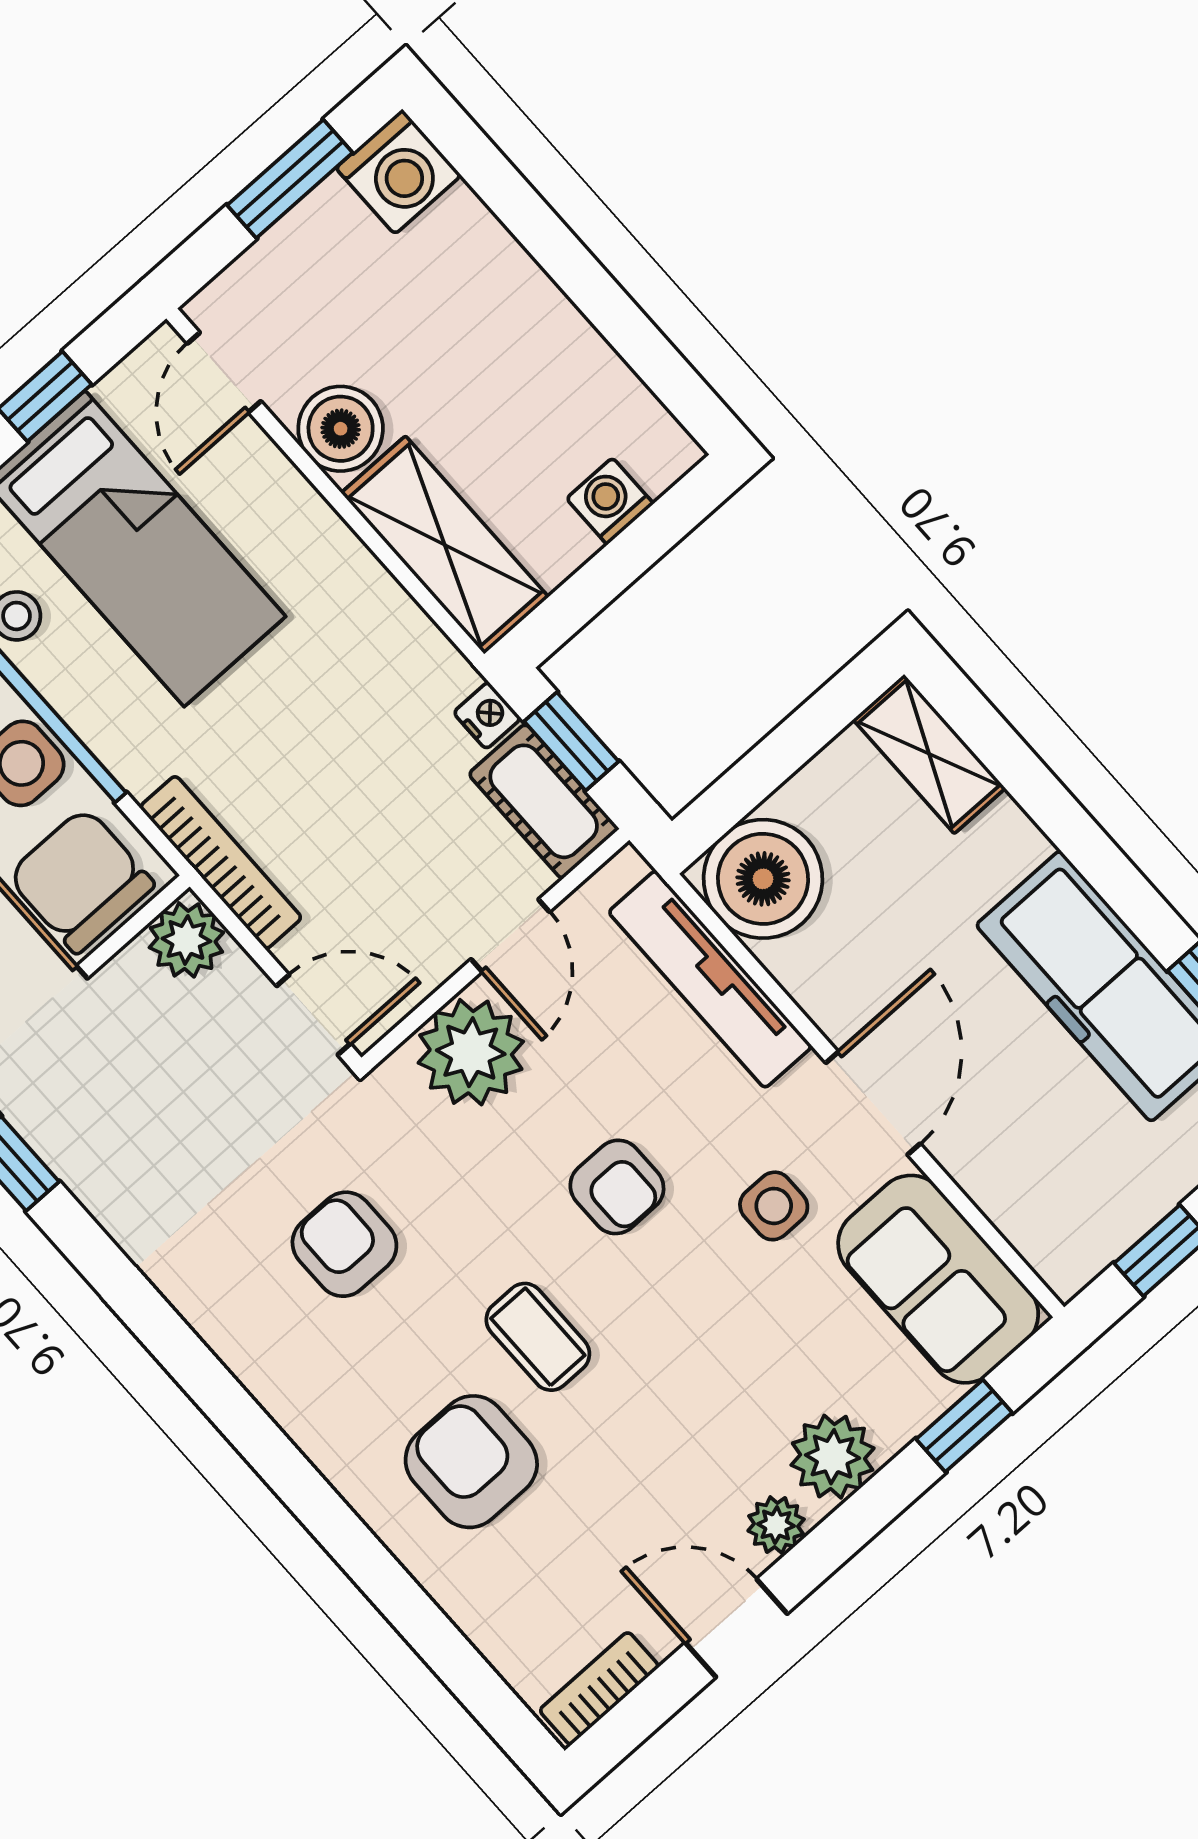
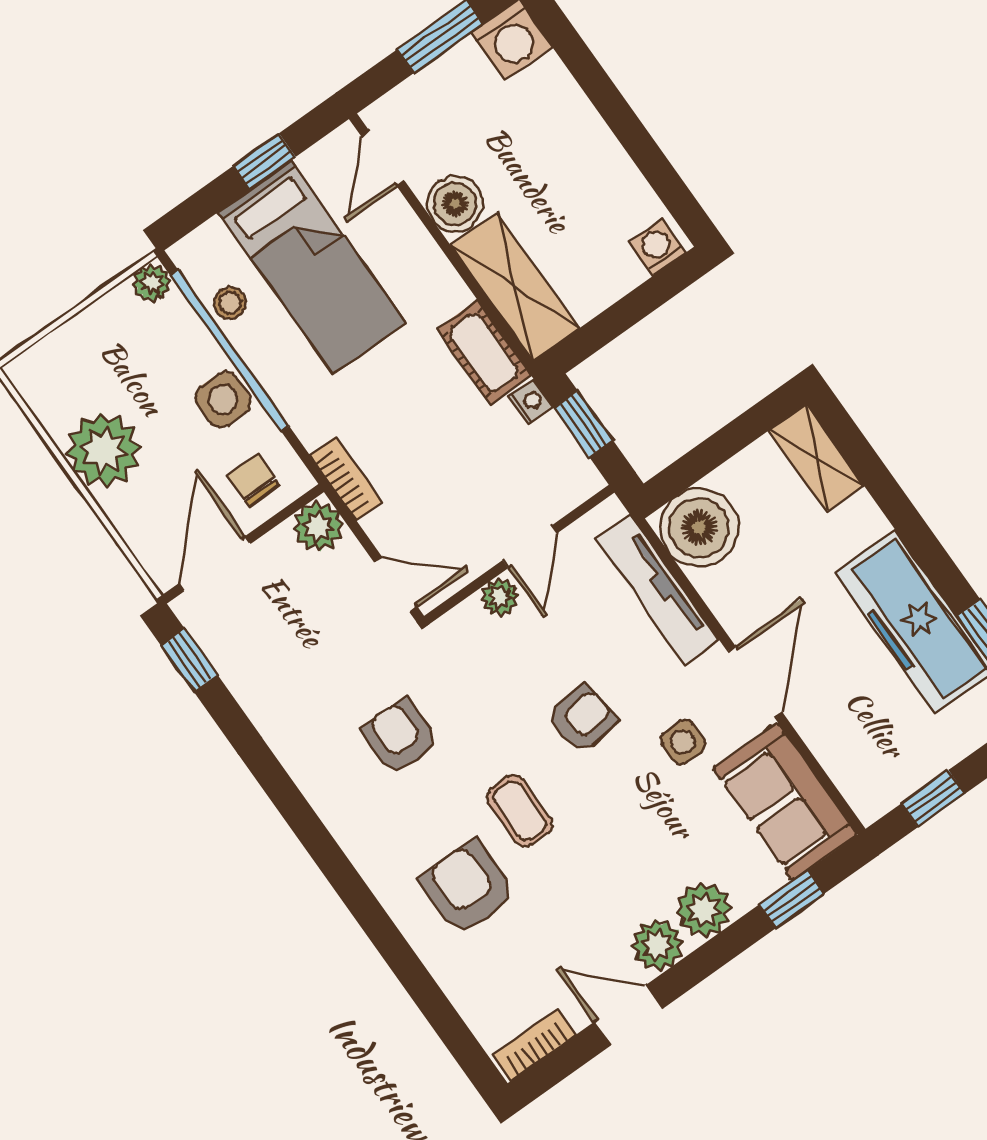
washing machine: (610, 501) -> (658, 247), moved
cot: (544, 801) -> (484, 352), moved
bookcase: (221, 862) -> (346, 478), width x0.64
chair: (81, 880) -> (253, 480), width x0.54, depth x0.54
plant: (471, 1052) -> (500, 597), width x0.53, depth x0.53
armchair: (617, 1187) -> (582, 718), turned -97
plant: (776, 1525) -> (658, 945), width x1.38, depth x1.38

